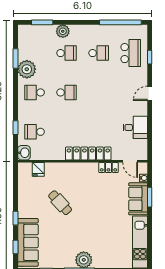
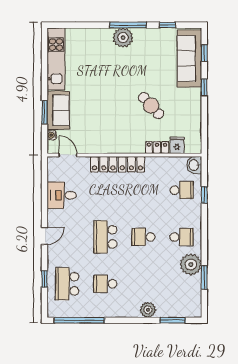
school desk: (67, 53) -> (105, 237), moved, width x1.85
locker: (108, 167) -> (157, 148), moved

